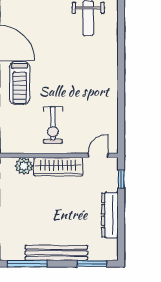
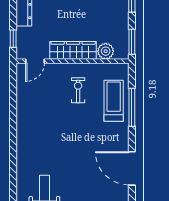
treadmill: (20, 83) -> (114, 101), moved
exercise bike: (53, 125) -> (78, 90), width x0.73, depth x0.72

